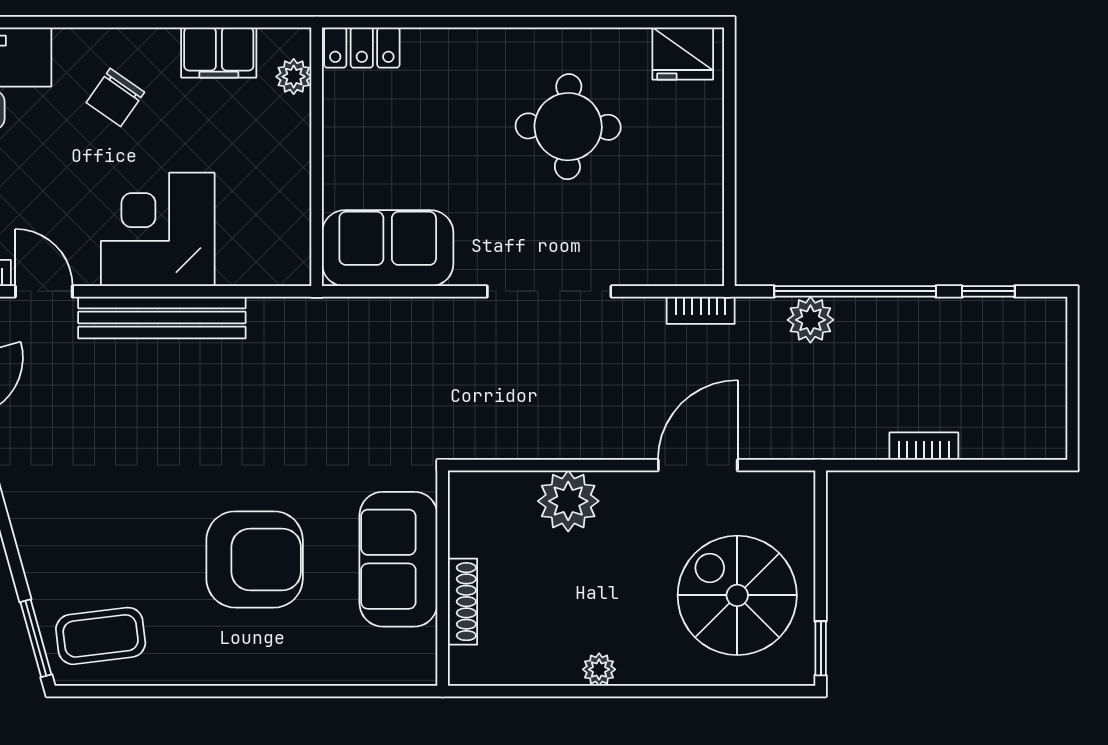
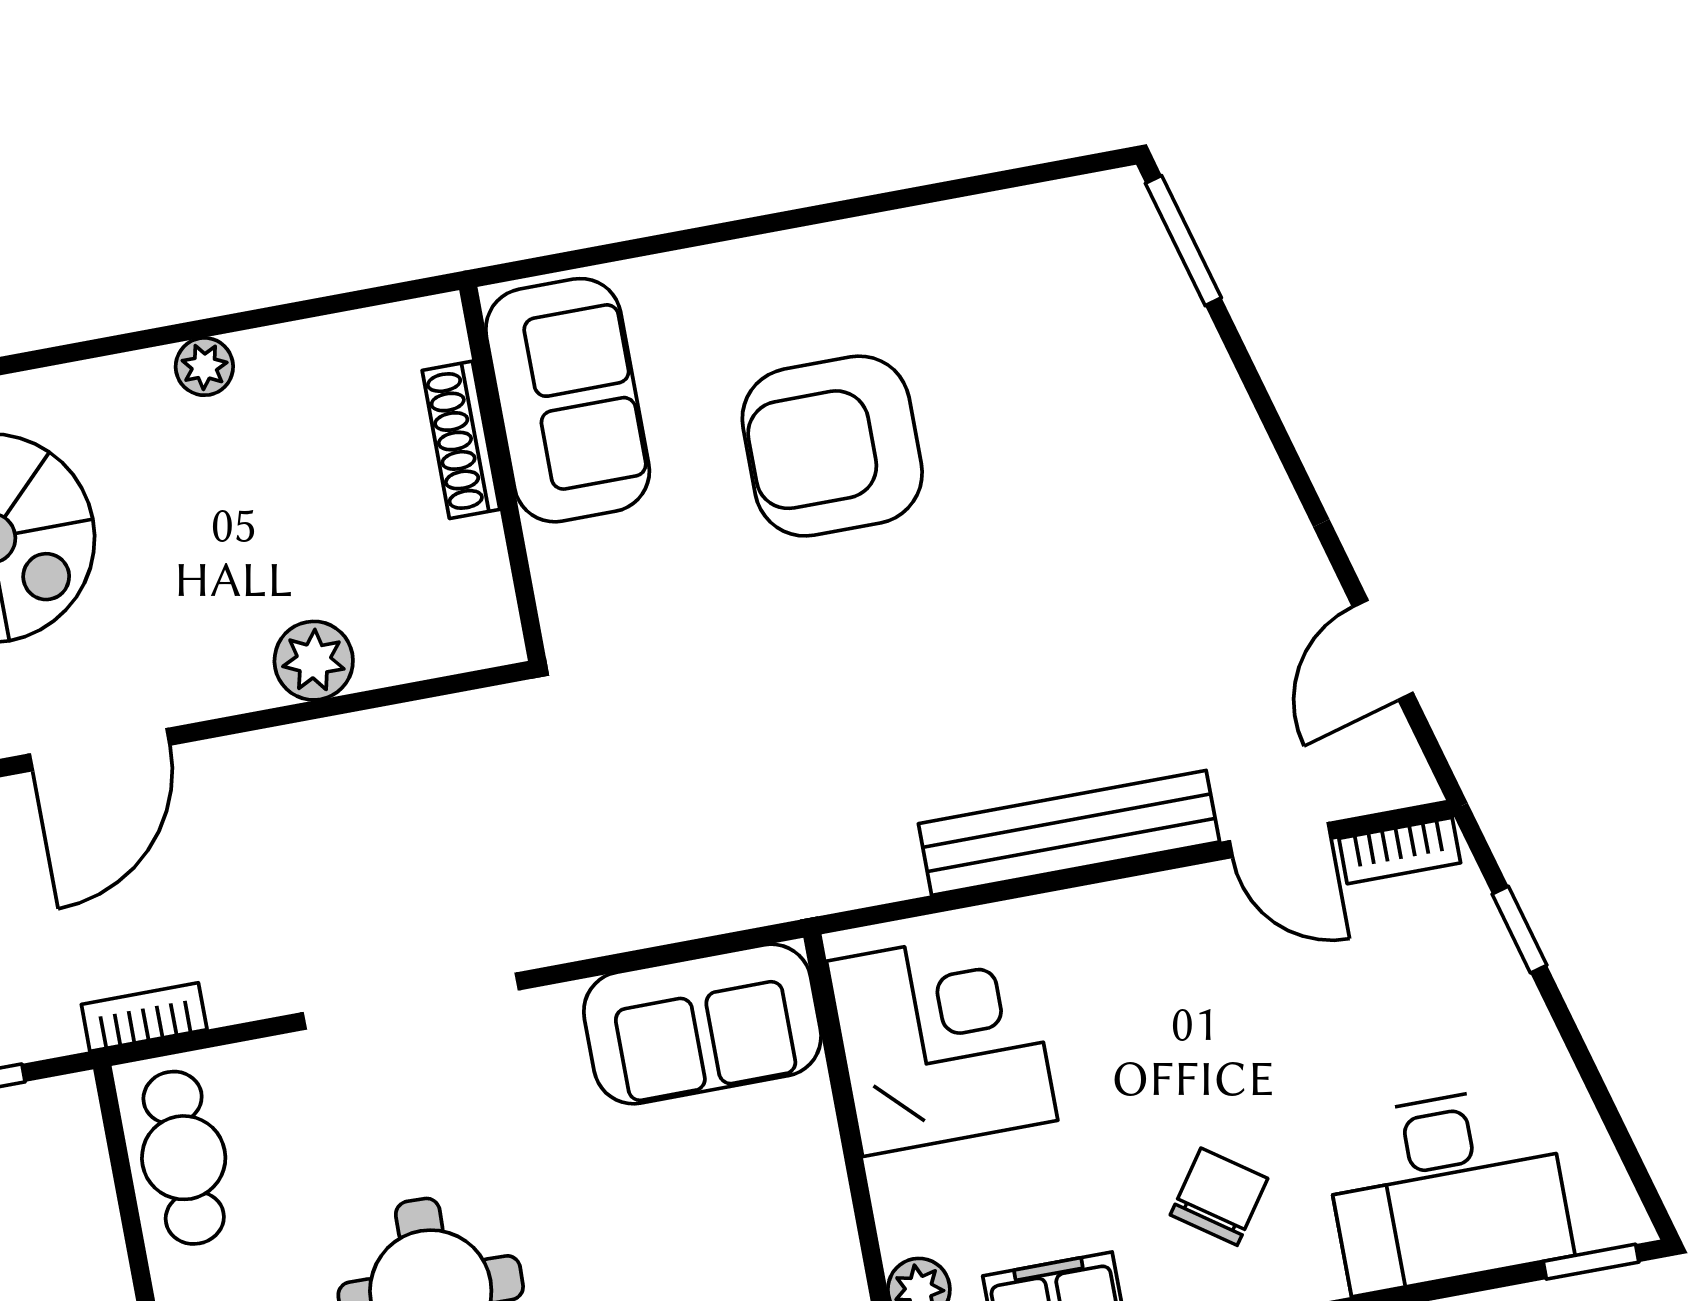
cafe table: (693, 227) -> (184, 1158), added
corner desk: (158, 229) -> (942, 1041), moved, turned -90
plant: (568, 501) -> (314, 661), width x0.73, depth x0.73
sofa: (398, 559) -> (568, 400), moved
coffee table: (101, 636) -> (1073, 265), removed

